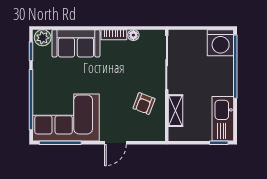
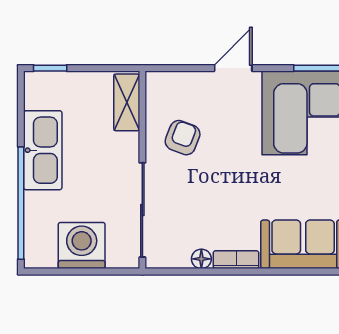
washing machine: (221, 43) -> (82, 245), moved
shelving: (175, 111) -> (127, 102), moved
kitchen sink: (223, 119) -> (43, 150), moved

